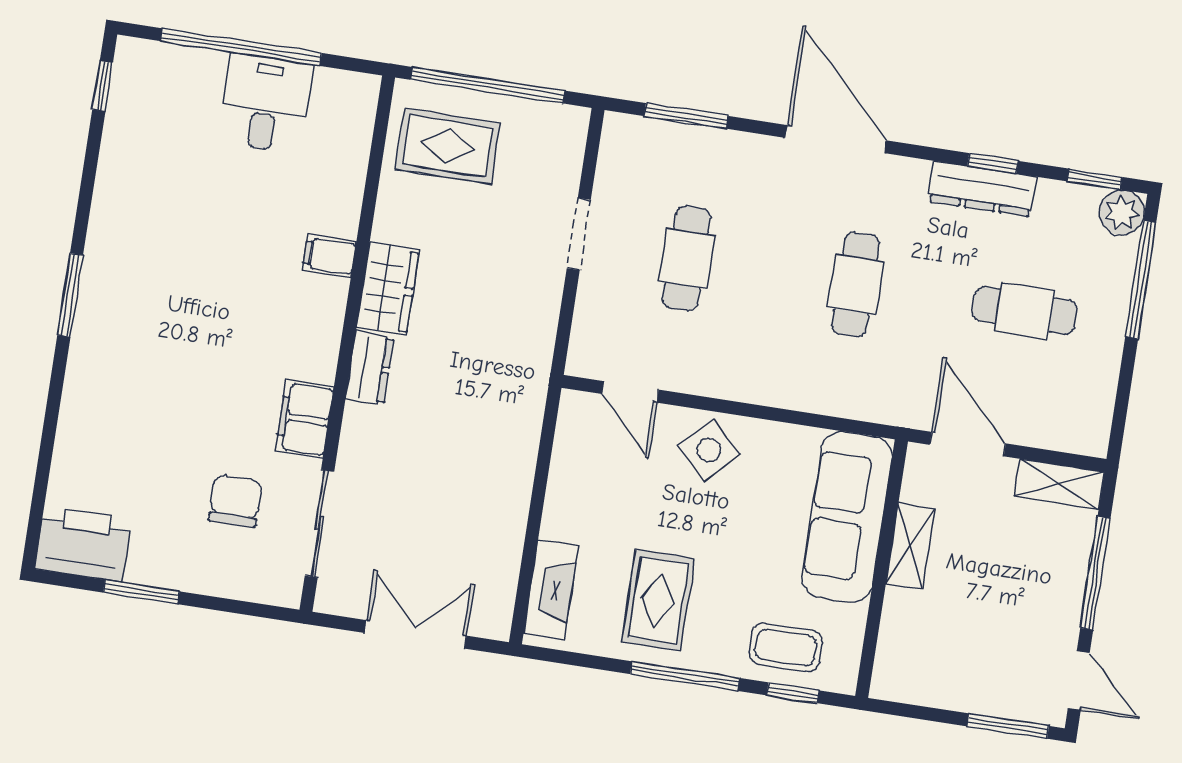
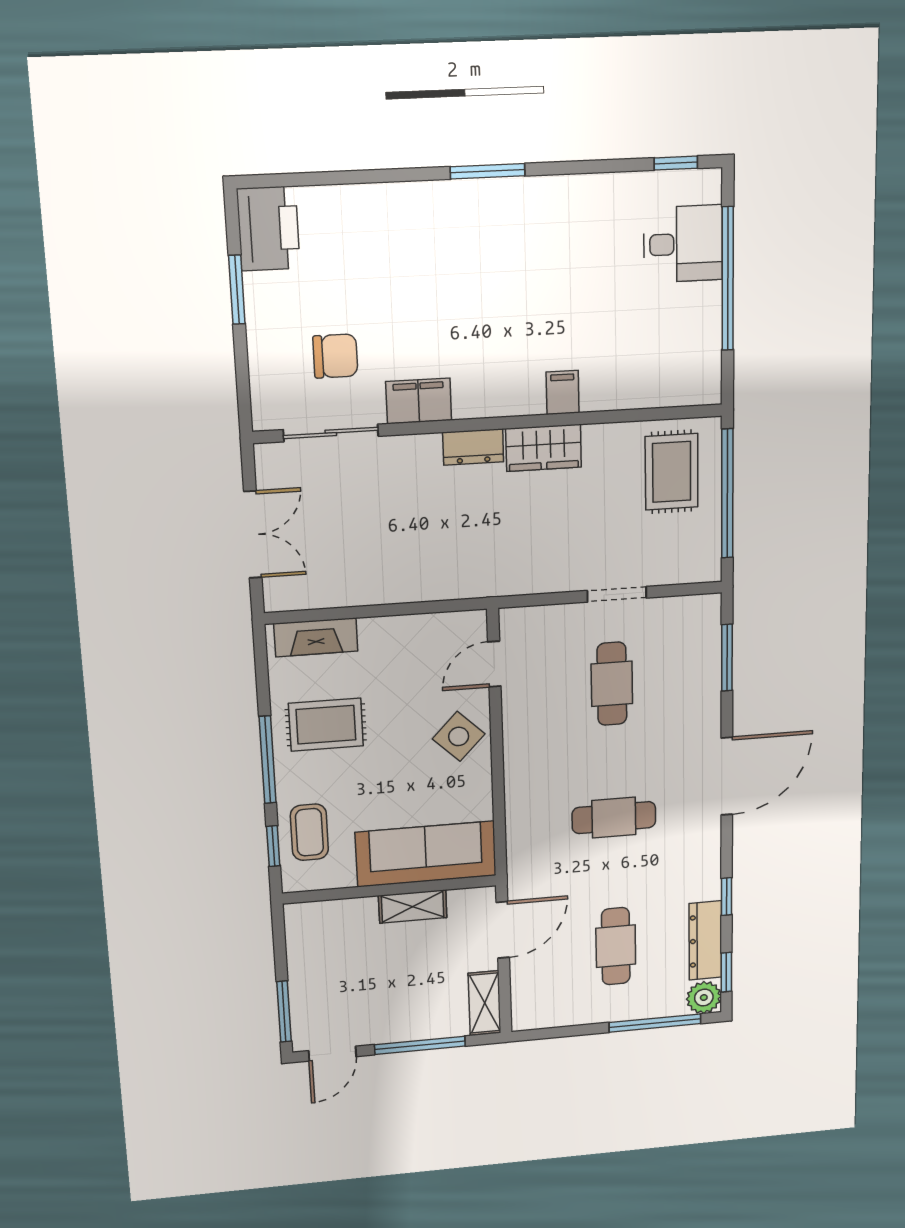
desk: (265, 103) -> (683, 244), moved
dresser: (982, 189) -> (705, 940), moved
cafe table: (687, 258) -> (612, 684), turned 90

